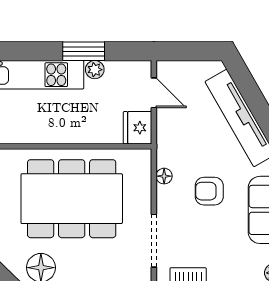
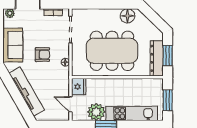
plant: (95, 70) -> (96, 112), width x1.88, depth x1.88

